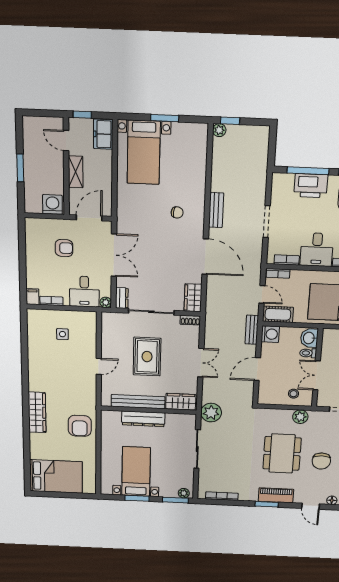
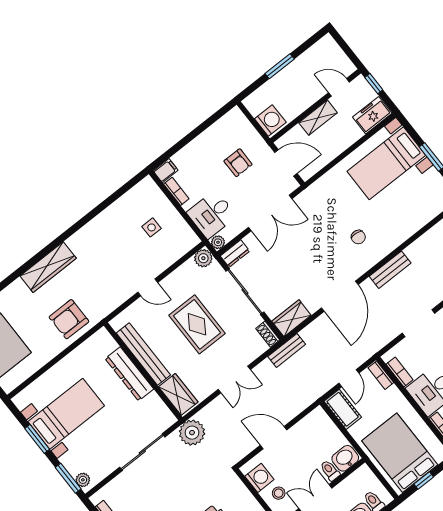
door: (66, 141) -> (339, 87), hinge flipped
plant: (108, 319) -> (203, 258), added
bench: (252, 330) -> (287, 350), moved
washing machine: (270, 334) -> (259, 478), moved, turned -90
rug: (147, 357) -> (197, 324), turned 90

